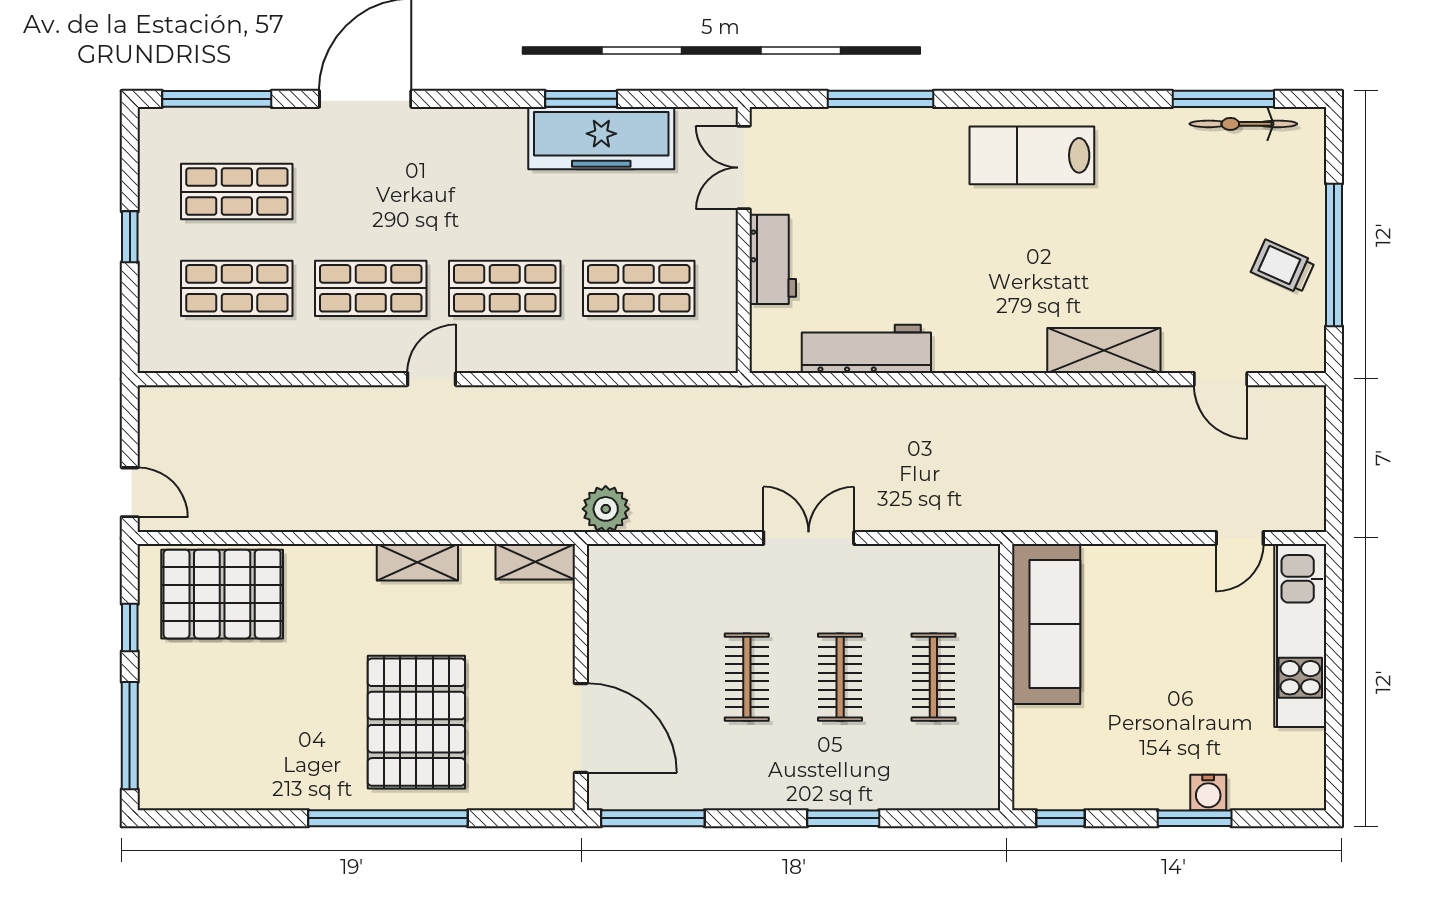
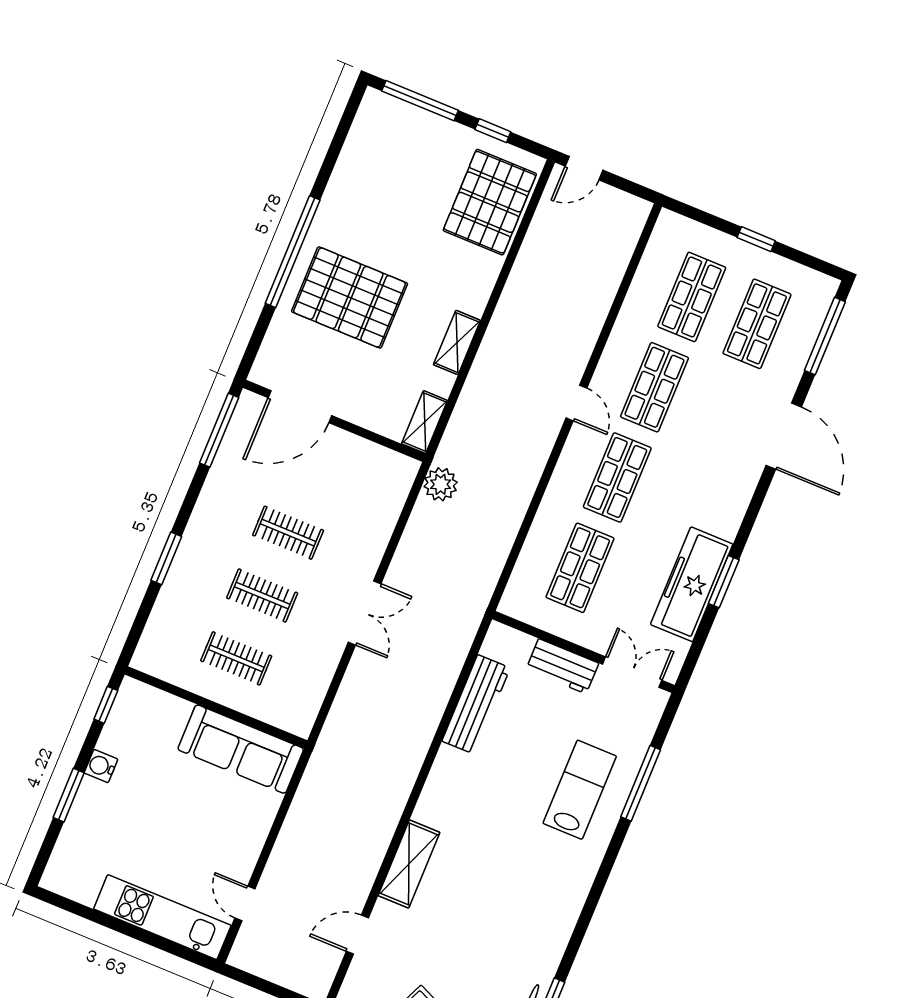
lab bench: (1032, 155) -> (580, 790), moved
water cooler: (1208, 792) -> (101, 766), moved

